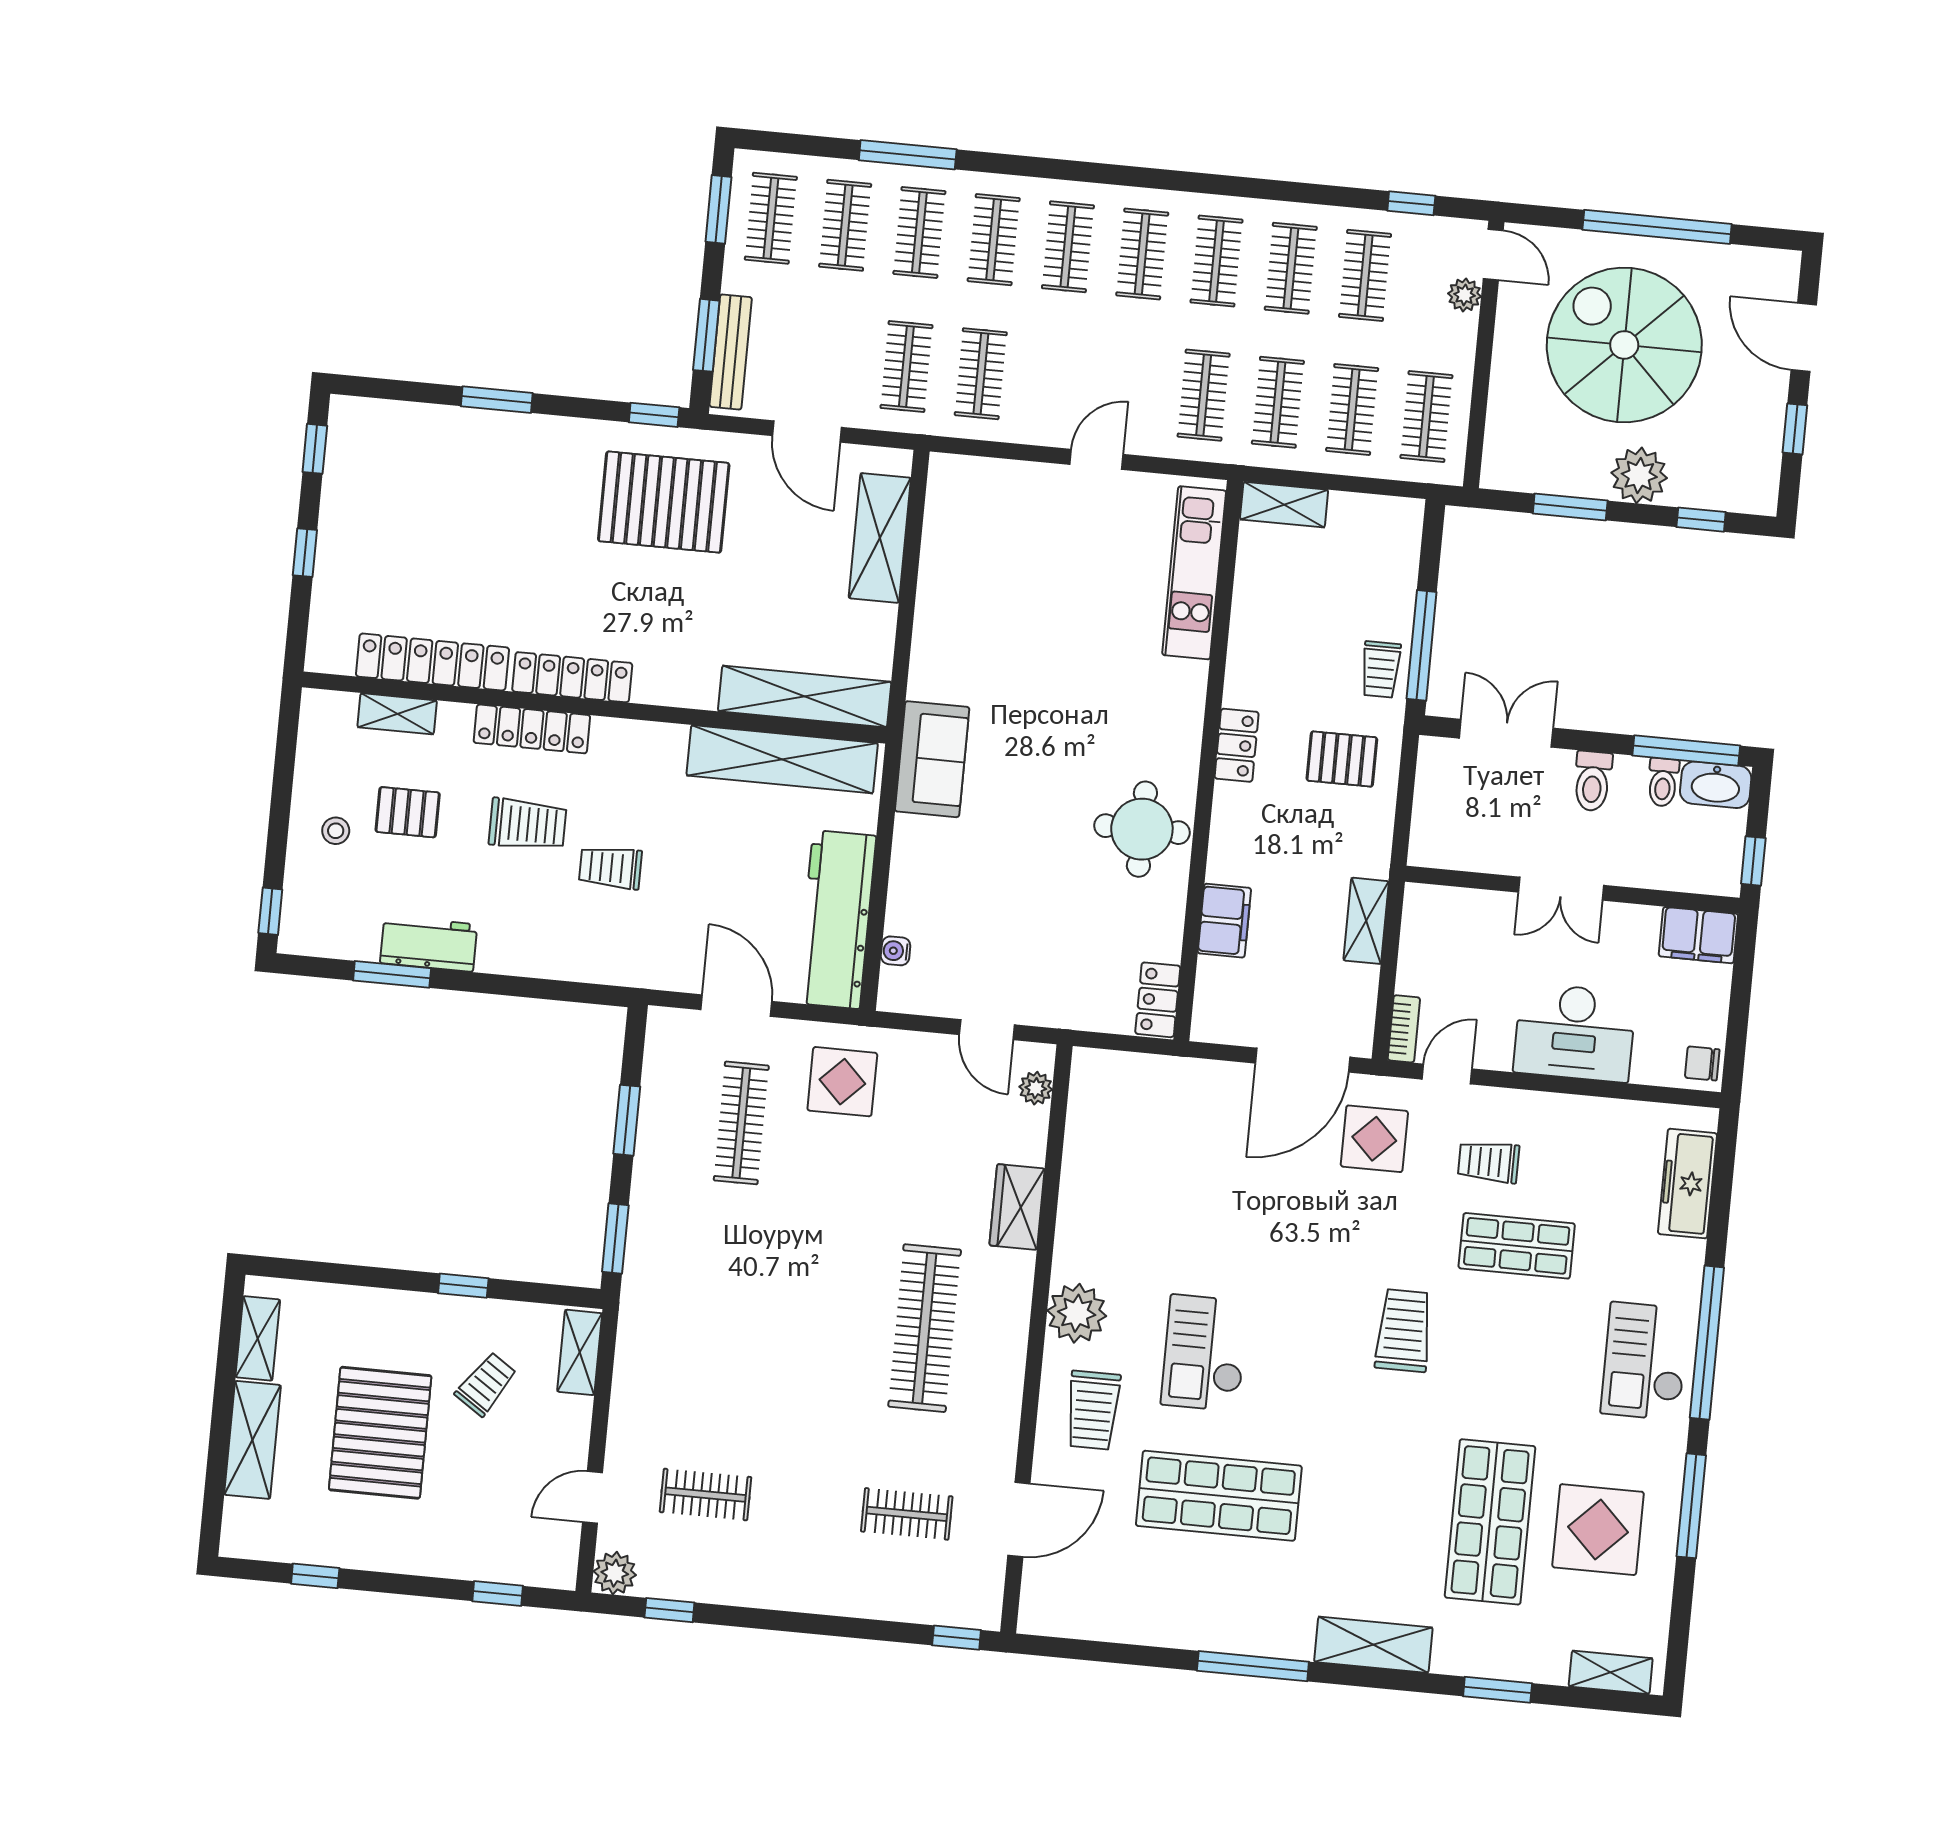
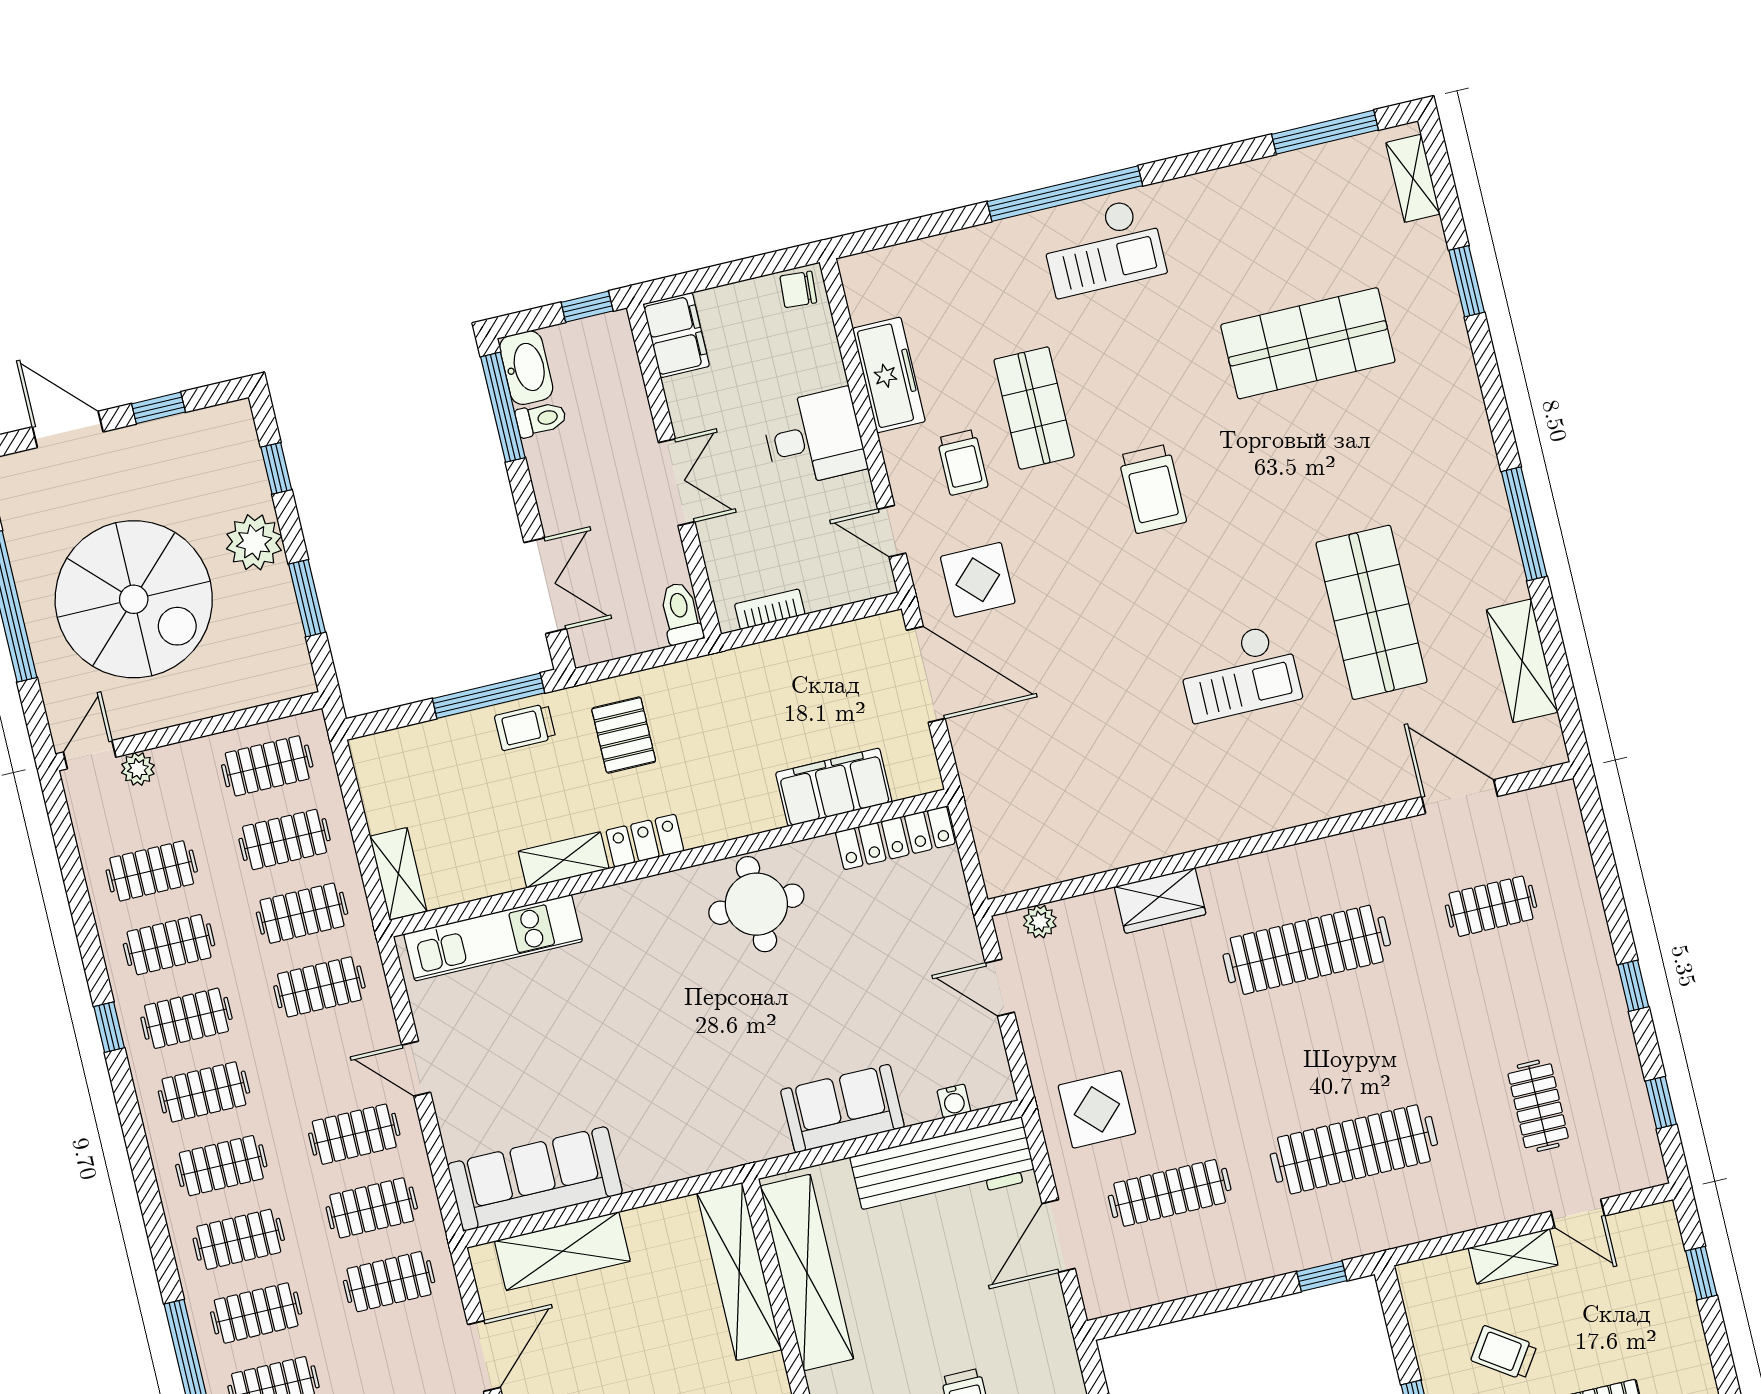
window: (1411, 203) -> (109, 1027), moved
door: (1804, 337) -> (68, 429), swing flipped
spiral stairs: (1624, 345) -> (134, 599), turned -90
clothes rail: (1055, 381) -> (354, 1134), added
sofa: (956, 535) -> (535, 1179), added
trolley: (1381, 669) -> (525, 727), turned 180
double door: (1506, 733) -> (545, 586), swing flipped
sofa: (932, 759) -> (842, 1109), moved
toilet: (1593, 781) -> (681, 613), moved, turned -90
filing cabinet: (1224, 921) -> (834, 787), width x1.50, depth x1.17
shelving: (1366, 921) -> (564, 860), moved
locker: (1158, 1000) -> (895, 838), width x1.53
bookcase: (1404, 1029) -> (770, 609), moved
door: (987, 1030) -> (1000, 988), swing flipped
desk: (1575, 1033) -> (814, 438), width x0.73
chair: (1702, 1063) -> (798, 289), turned 94
window: (627, 1120) -> (1204, 1304), removed
freezer: (1688, 1184) -> (889, 375), moved, turned -90
window: (615, 1238) -> (1322, 1276), width x0.67
clothes rail: (723, 1309) -> (1354, 1149), added
plant: (1077, 1313) -> (1243, 809), removed
trolley: (1404, 1330) -> (1152, 489), turned -90
shelving: (580, 1352) -> (1513, 1256), moved
trolley: (1093, 1410) -> (1330, 761), removed
window: (1691, 1506) -> (1325, 132), moved
clothes rail: (907, 1514) -> (1491, 906), turned 90
display table: (1598, 1530) -> (1280, 237), removed
plant: (615, 1573) -> (1643, 1167), removed
window: (957, 1638) -> (1633, 986), moved
shelving: (1373, 1645) -> (1522, 661), moved

